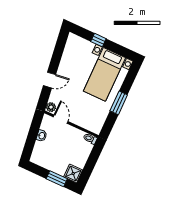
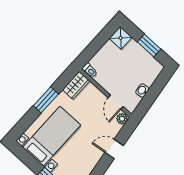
wardrobe: (98, 123) -> (76, 85), added
window: (57, 179) -> (149, 46), moved

